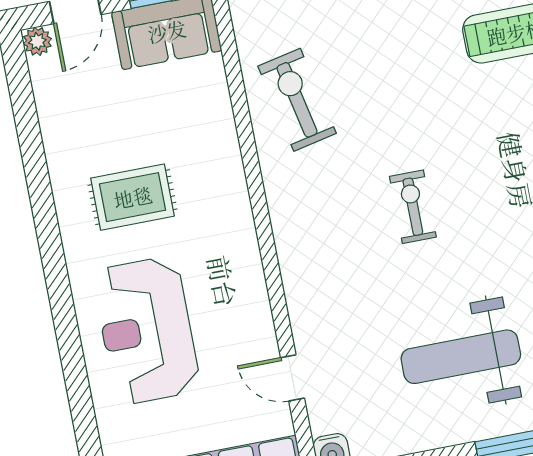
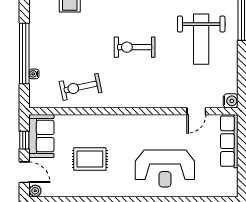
rug: (133, 197) -> (90, 159), moved, turned 90
exercise bike: (413, 207) -> (135, 47), width x1.38, depth x1.39

